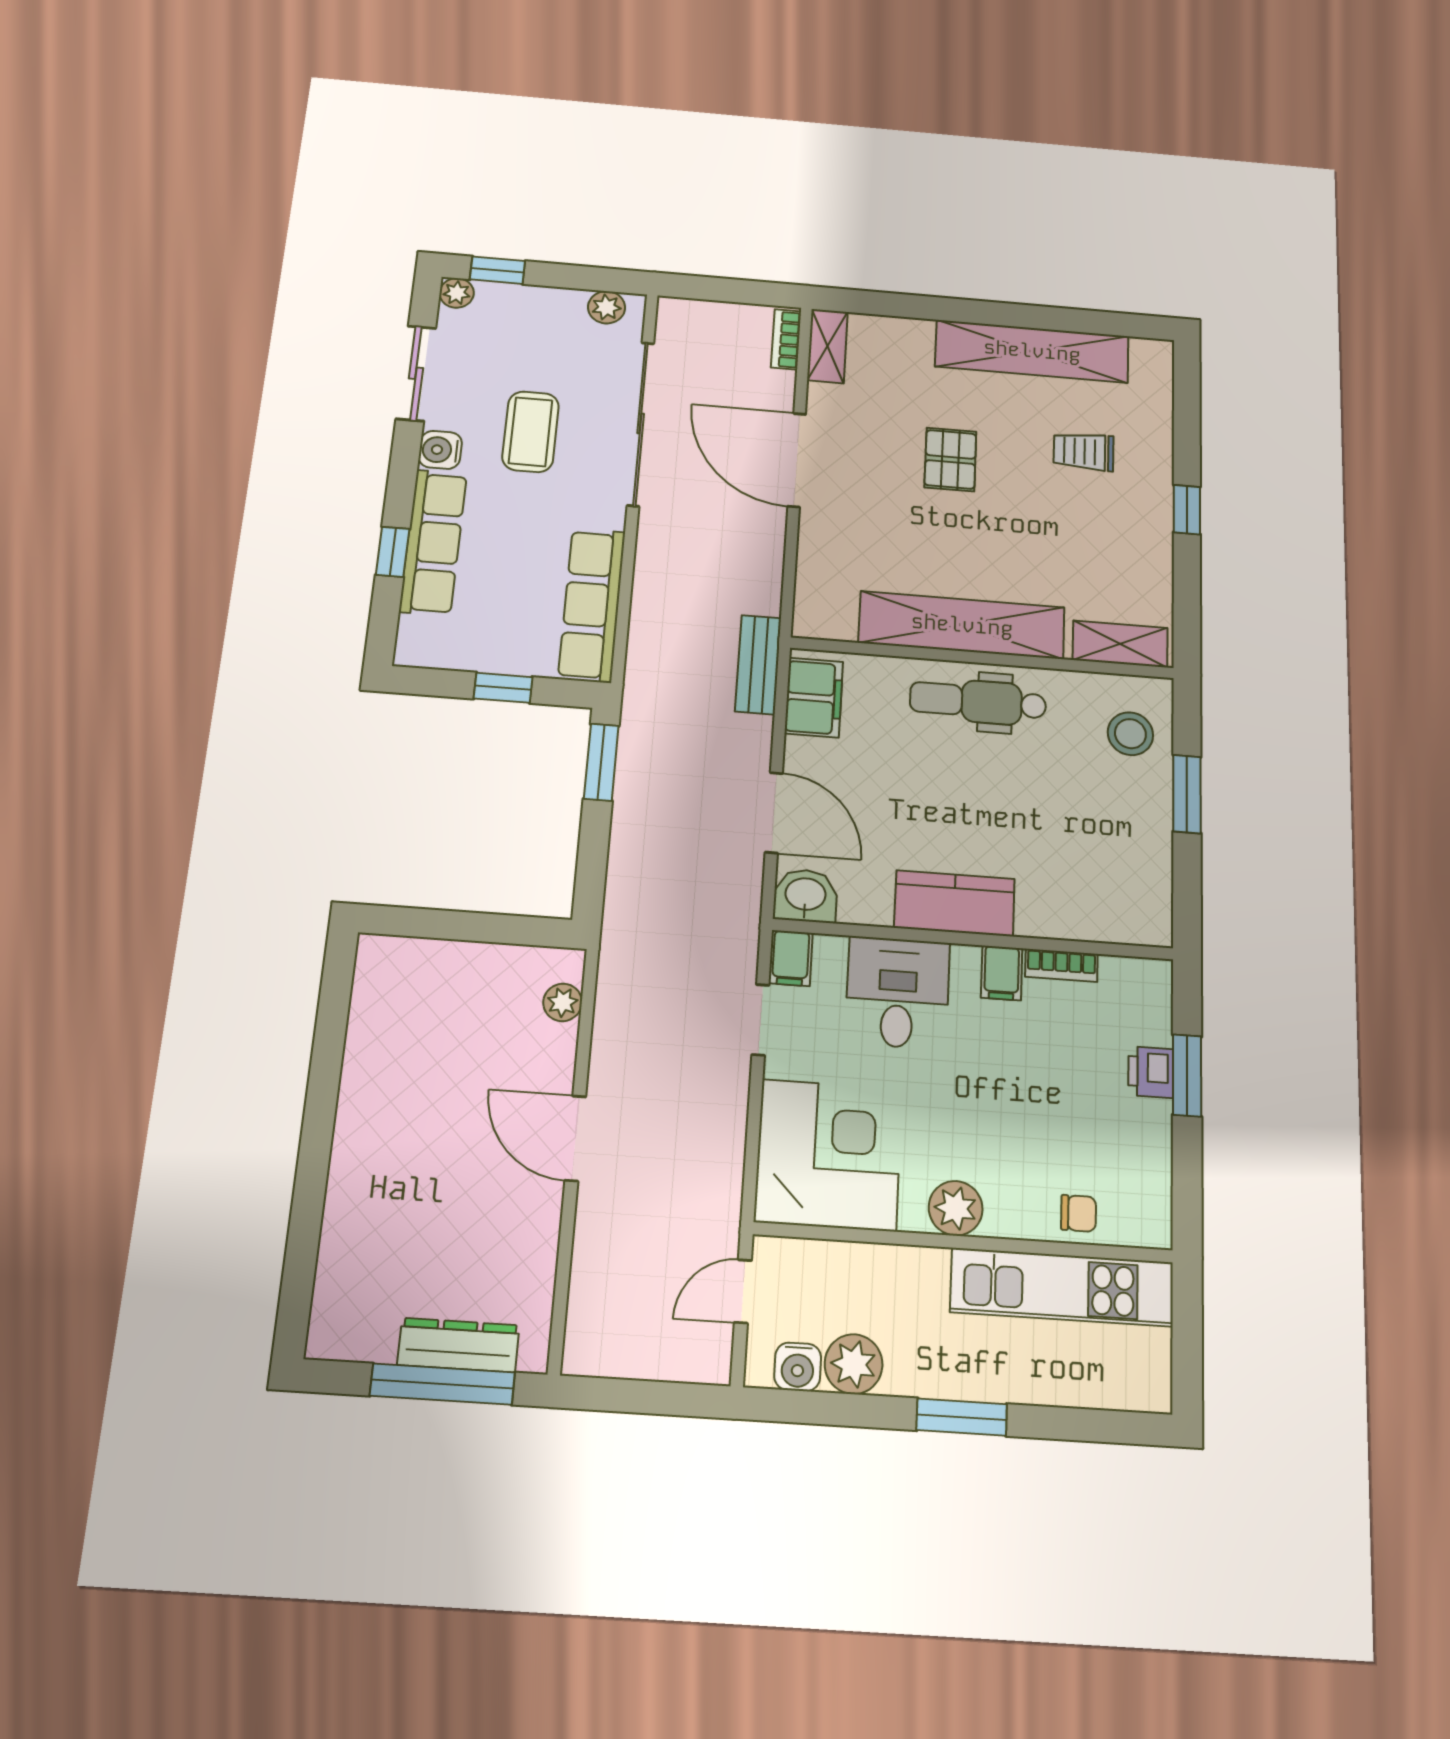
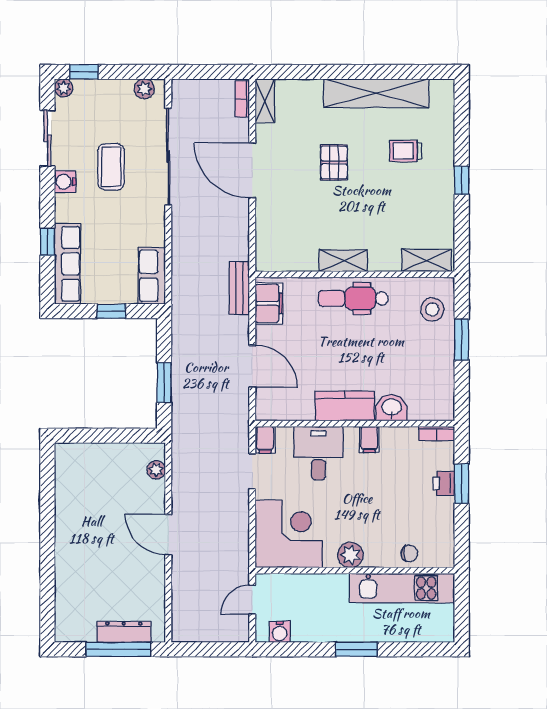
row of seats: (433, 542) -> (67, 264), moved
row of seats: (592, 605) -> (152, 276), width x0.68
shelving: (962, 625) -> (343, 261), width x0.45, depth x0.75
window: (601, 762) -> (164, 383), moved
washbasin: (805, 896) -> (392, 408), moved
bookcase: (1061, 965) -> (437, 434), moved
plant: (854, 1364) -> (305, 629), removed

